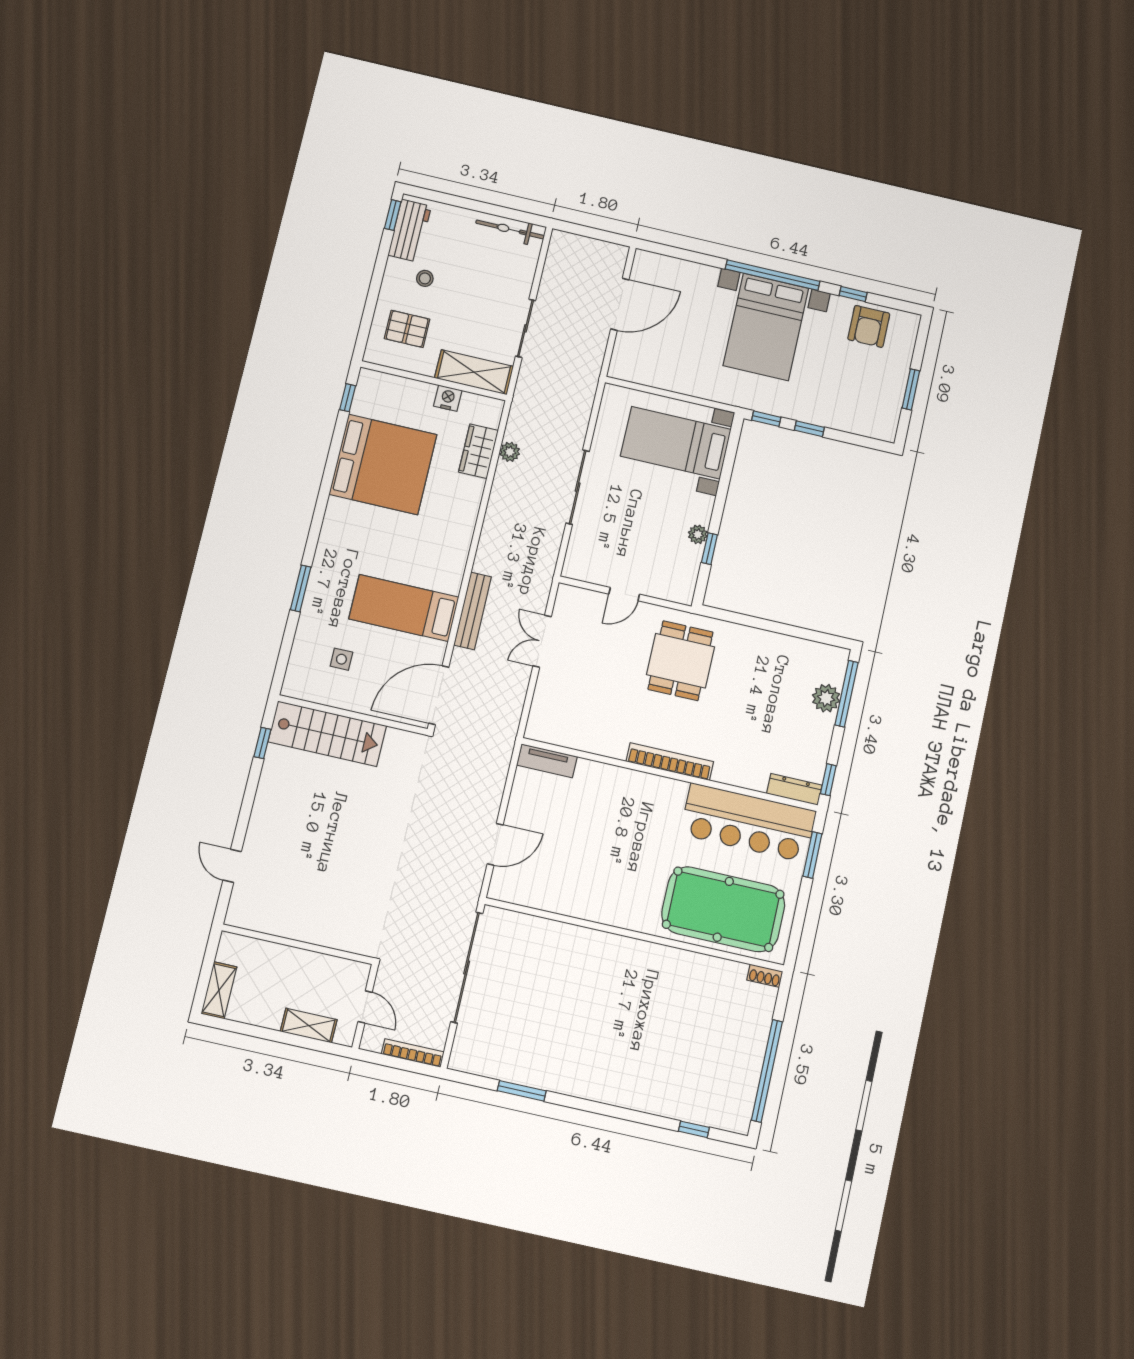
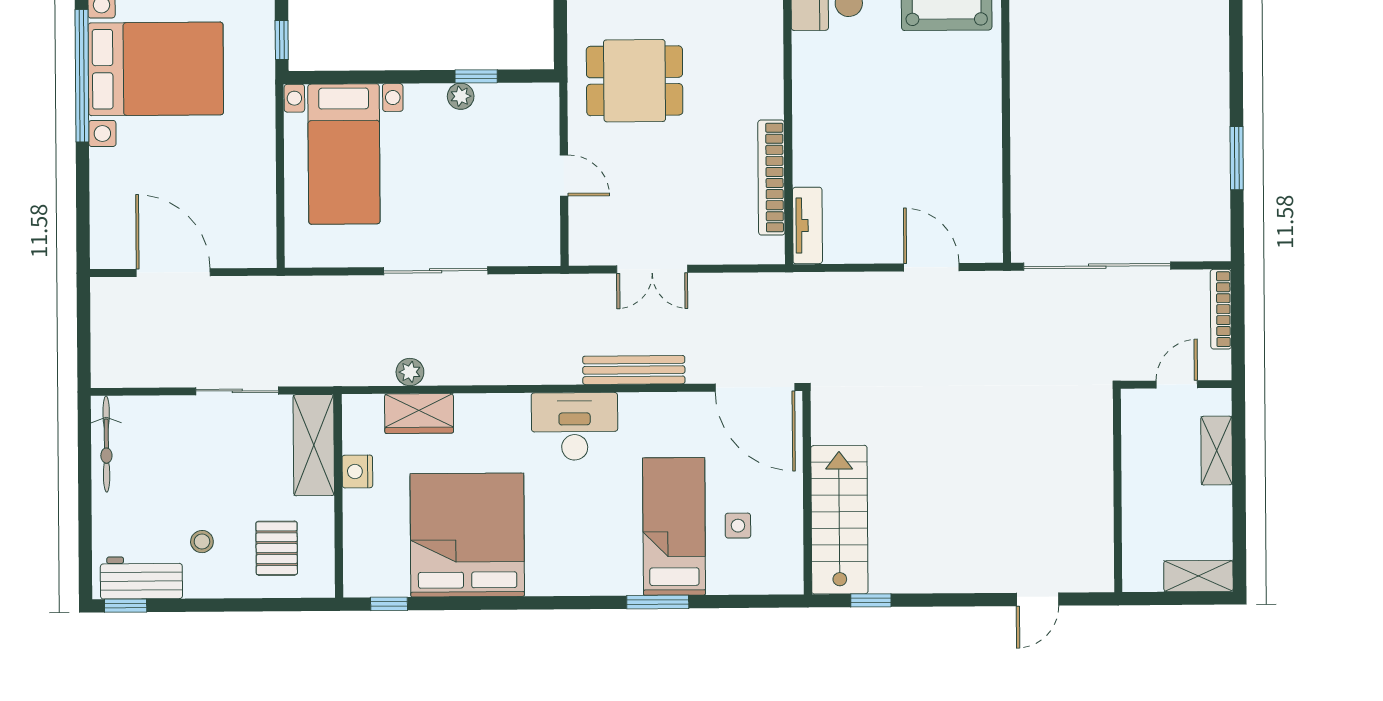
desk: (442, 559) -> (575, 426), added
bed: (404, 608) -> (674, 526), moved, turned 180
bookcase: (670, 762) -> (771, 178), moved

